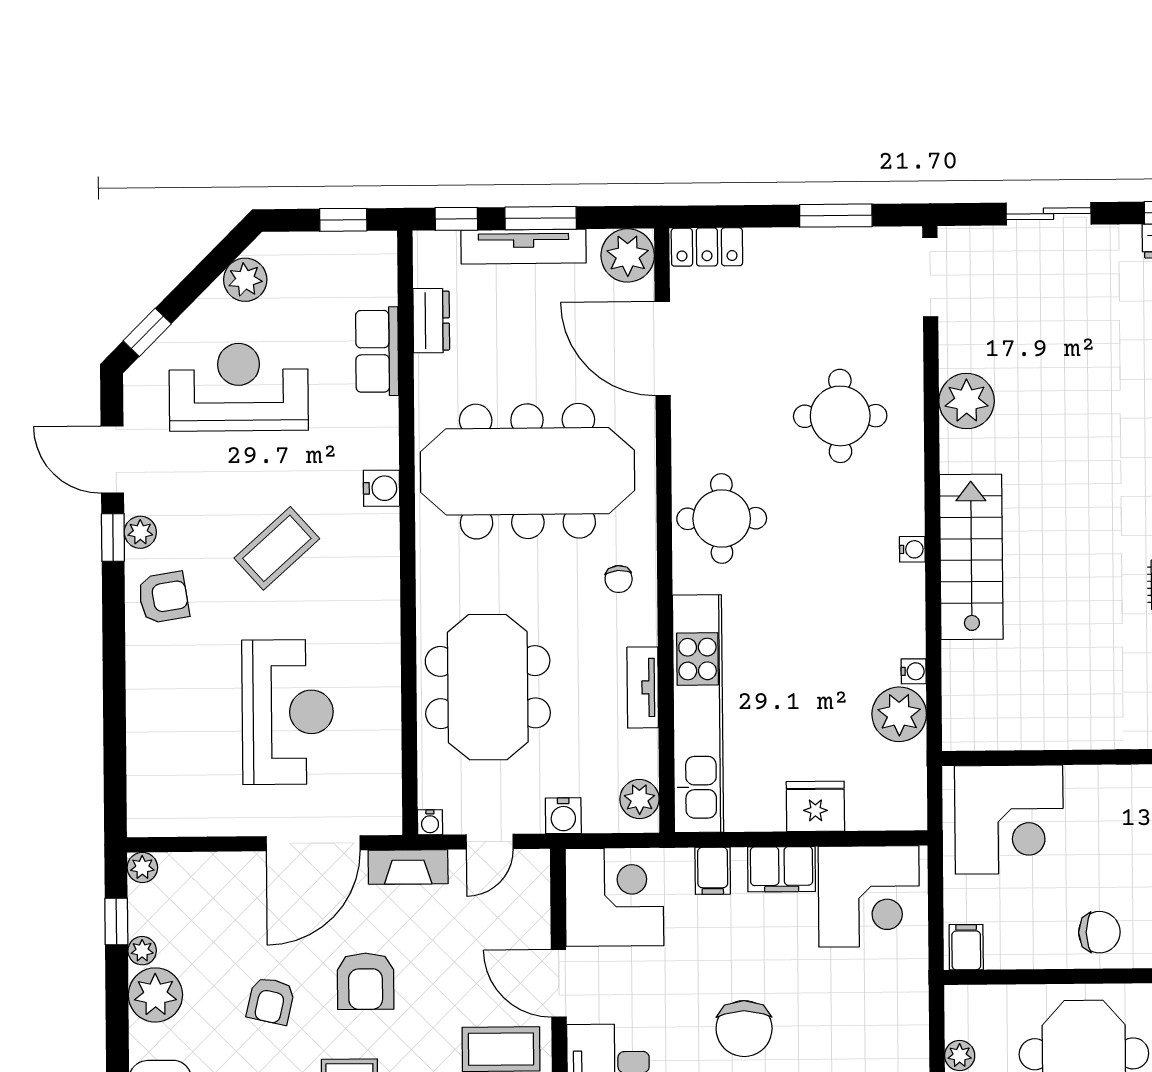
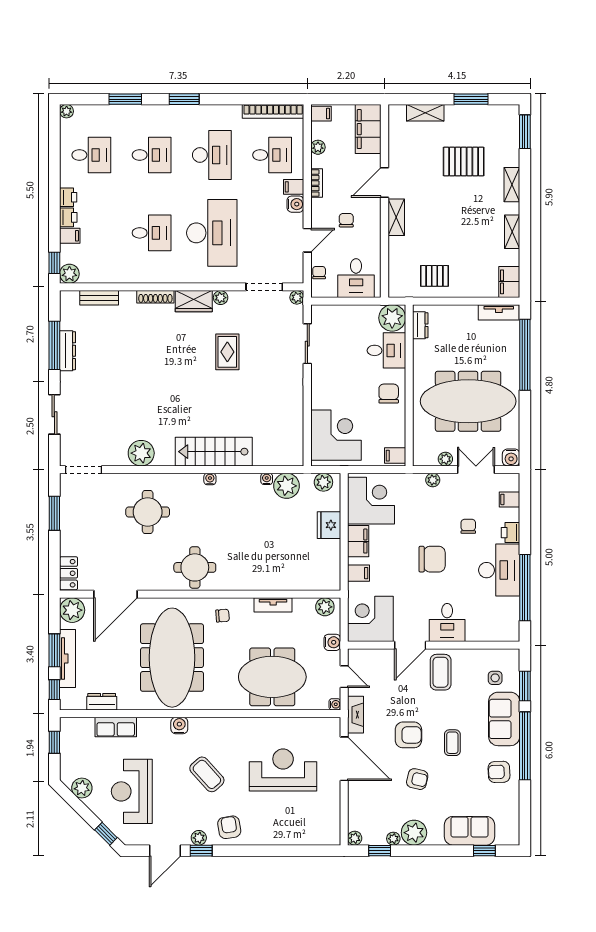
kitchen unit: (698, 714) -> (285, 579), removed
plant: (908, 794) -> (323, 482), added
plant: (914, 1029) -> (433, 480), added

